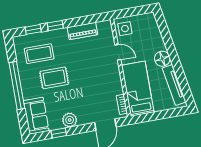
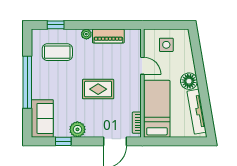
window: (55, 26) -> (80, 25), removed
side table: (125, 29) -> (166, 45), moved
plant: (62, 33) -> (86, 34), added
rug: (54, 78) -> (98, 89), moved

